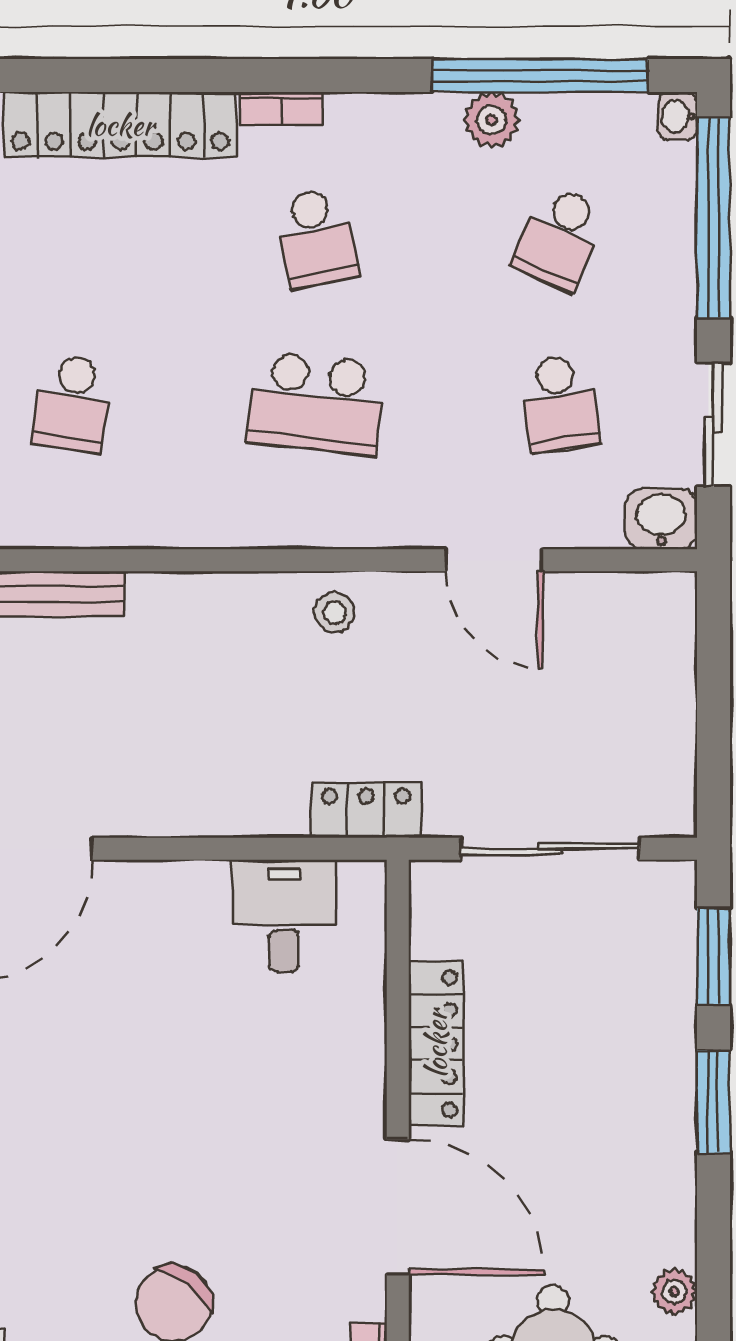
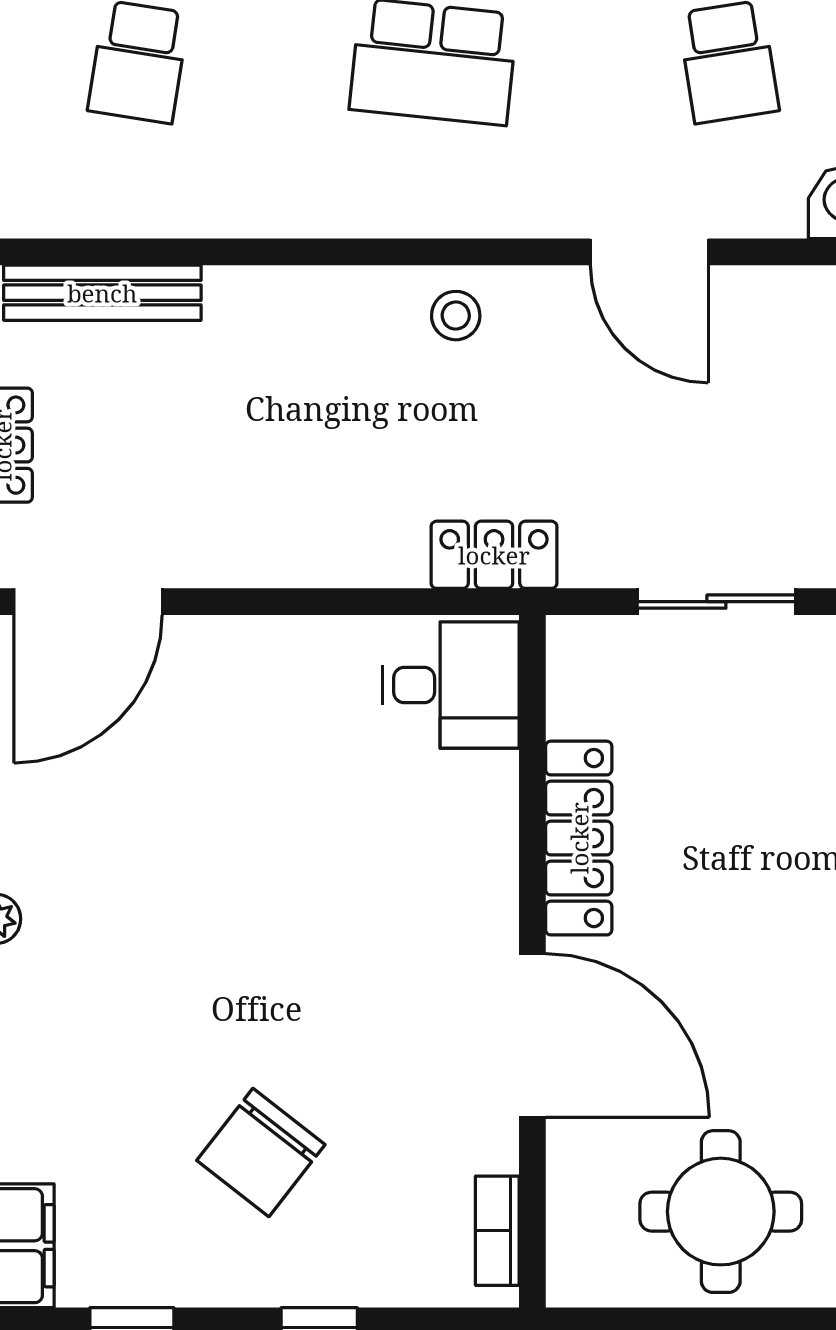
sliding door: (550, 849) -> (716, 602), width x0.73
desk: (284, 916) -> (451, 685), moved, turned 90

